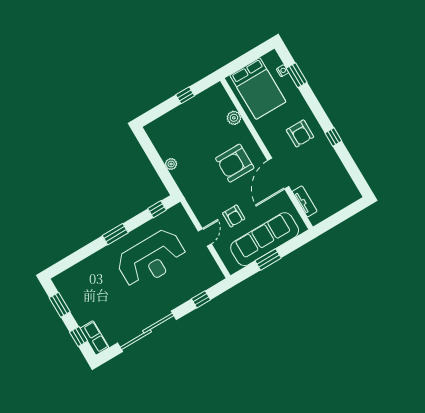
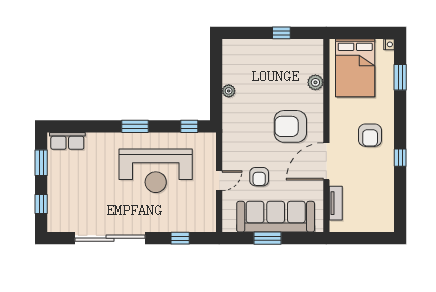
nightstand: (283, 71) -> (389, 44), moved
row of seats: (94, 338) -> (67, 141), moved, turned 90

